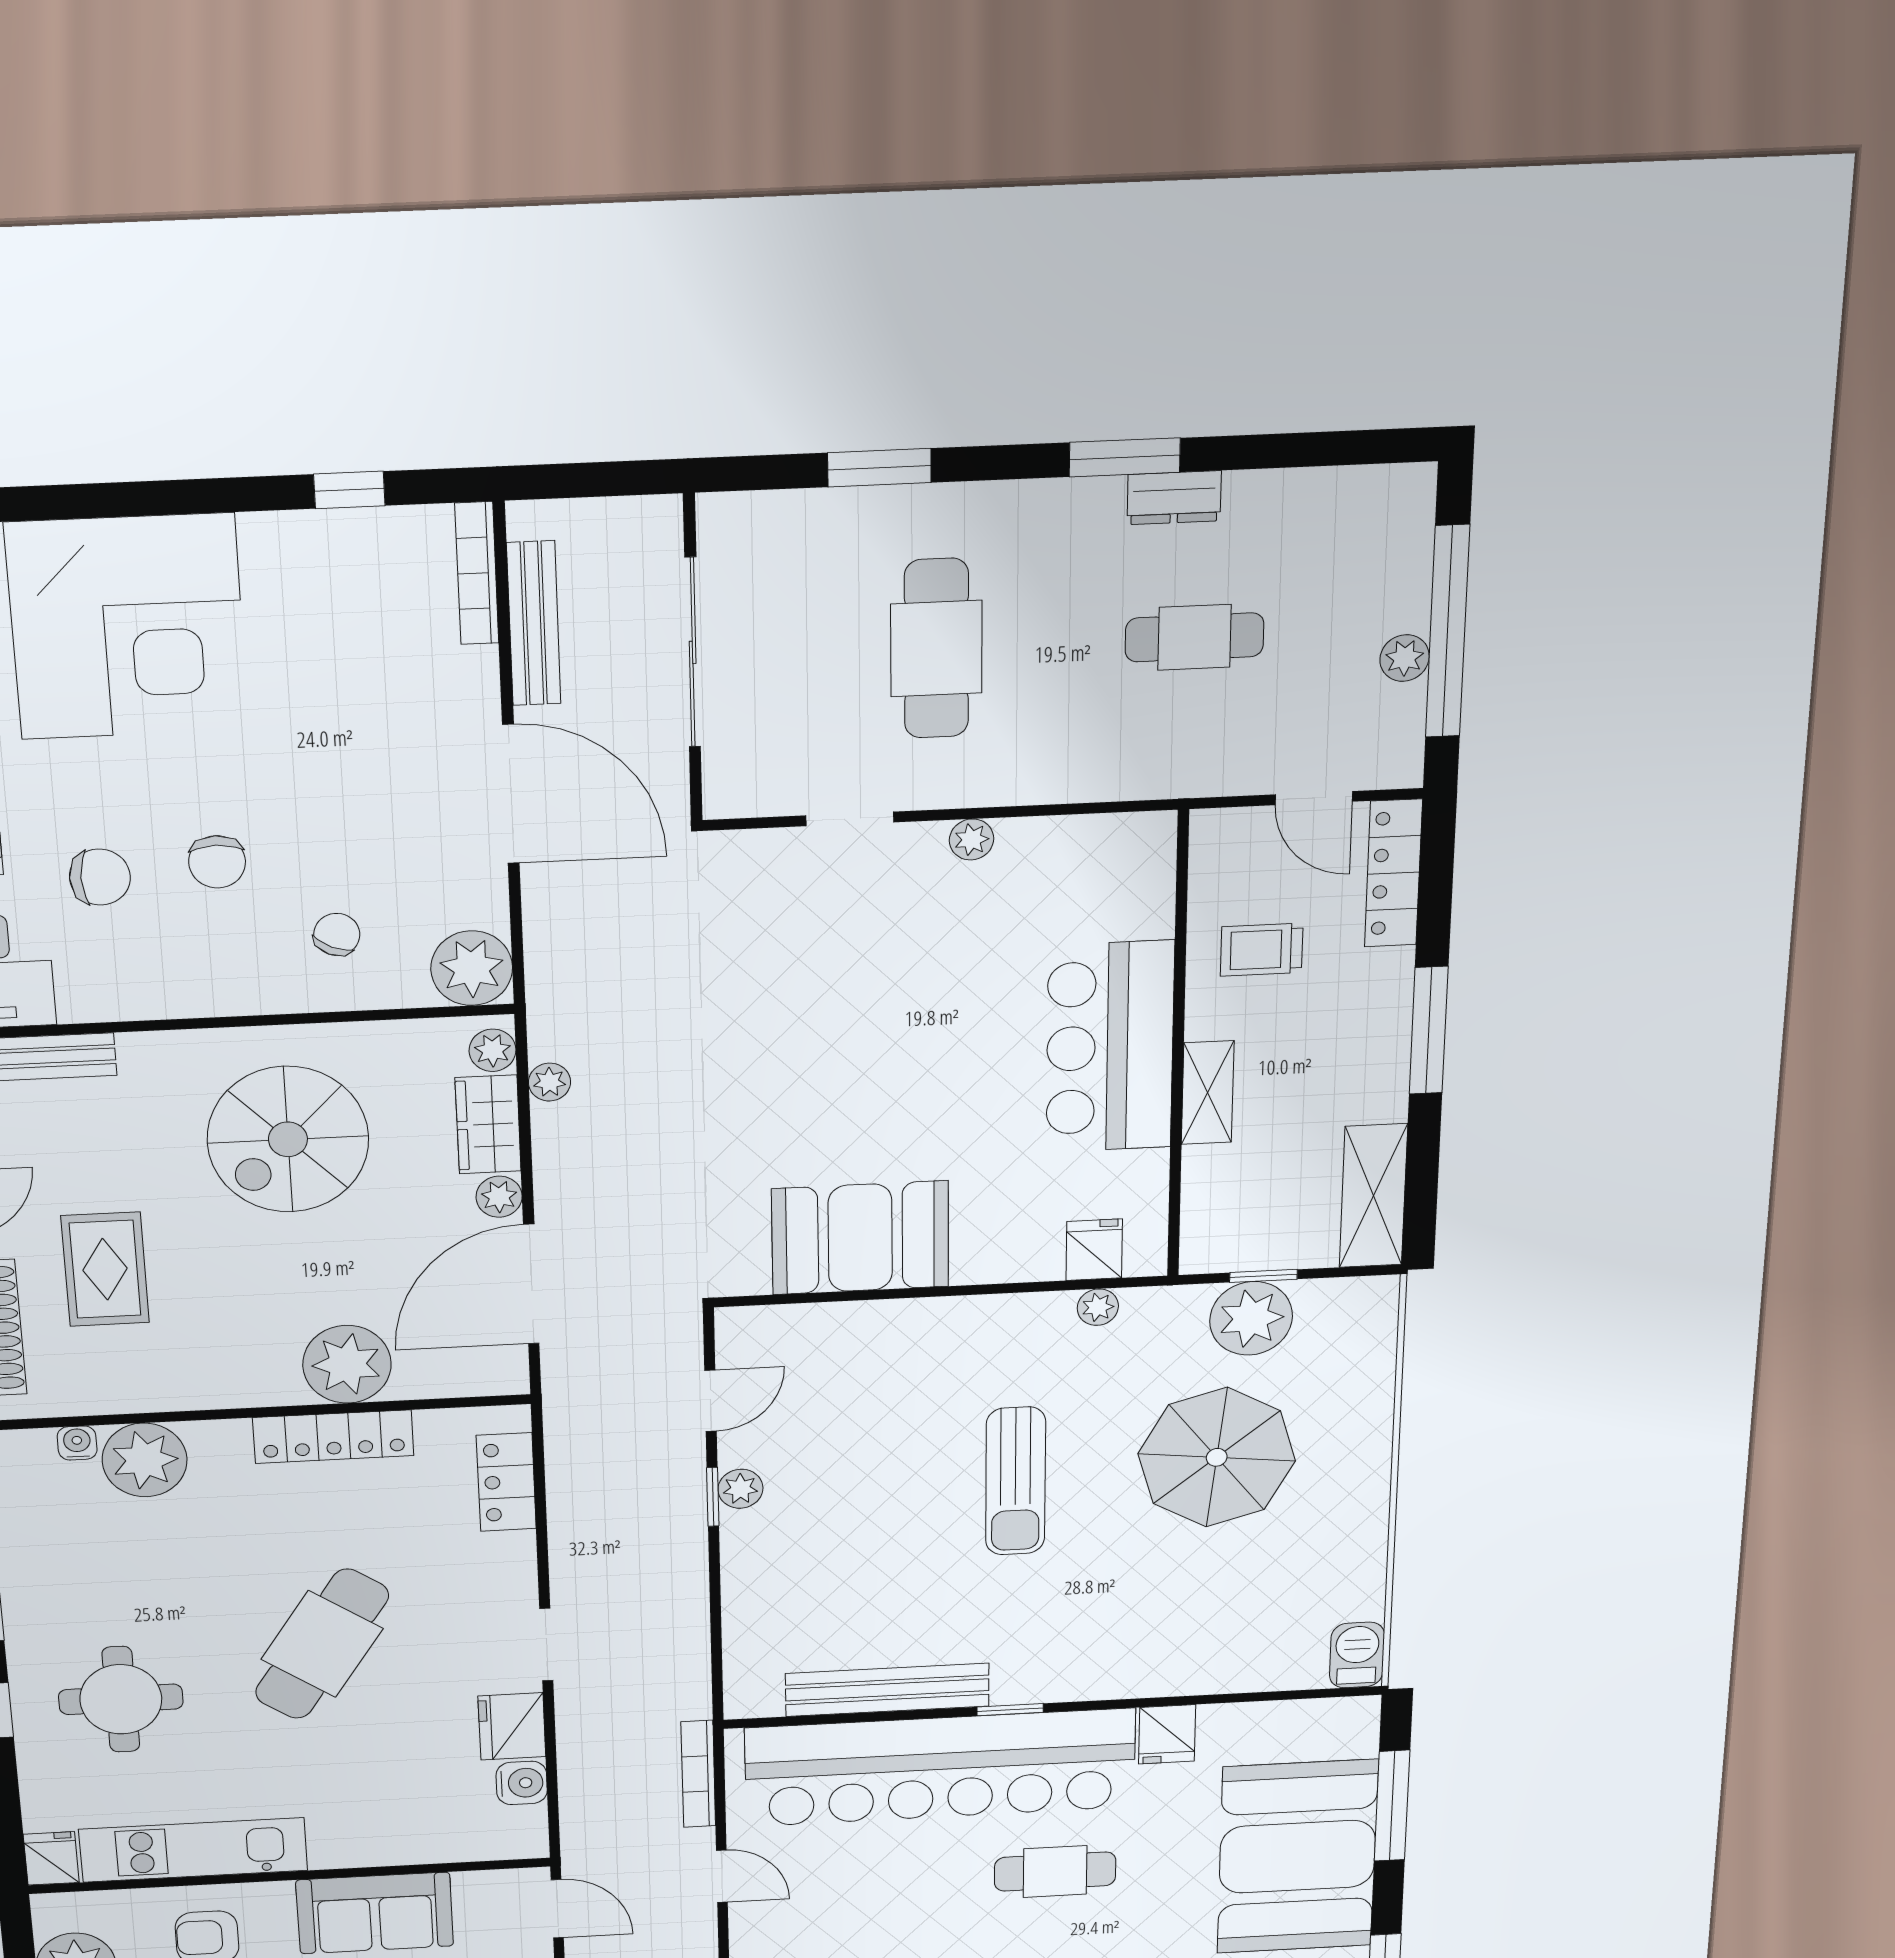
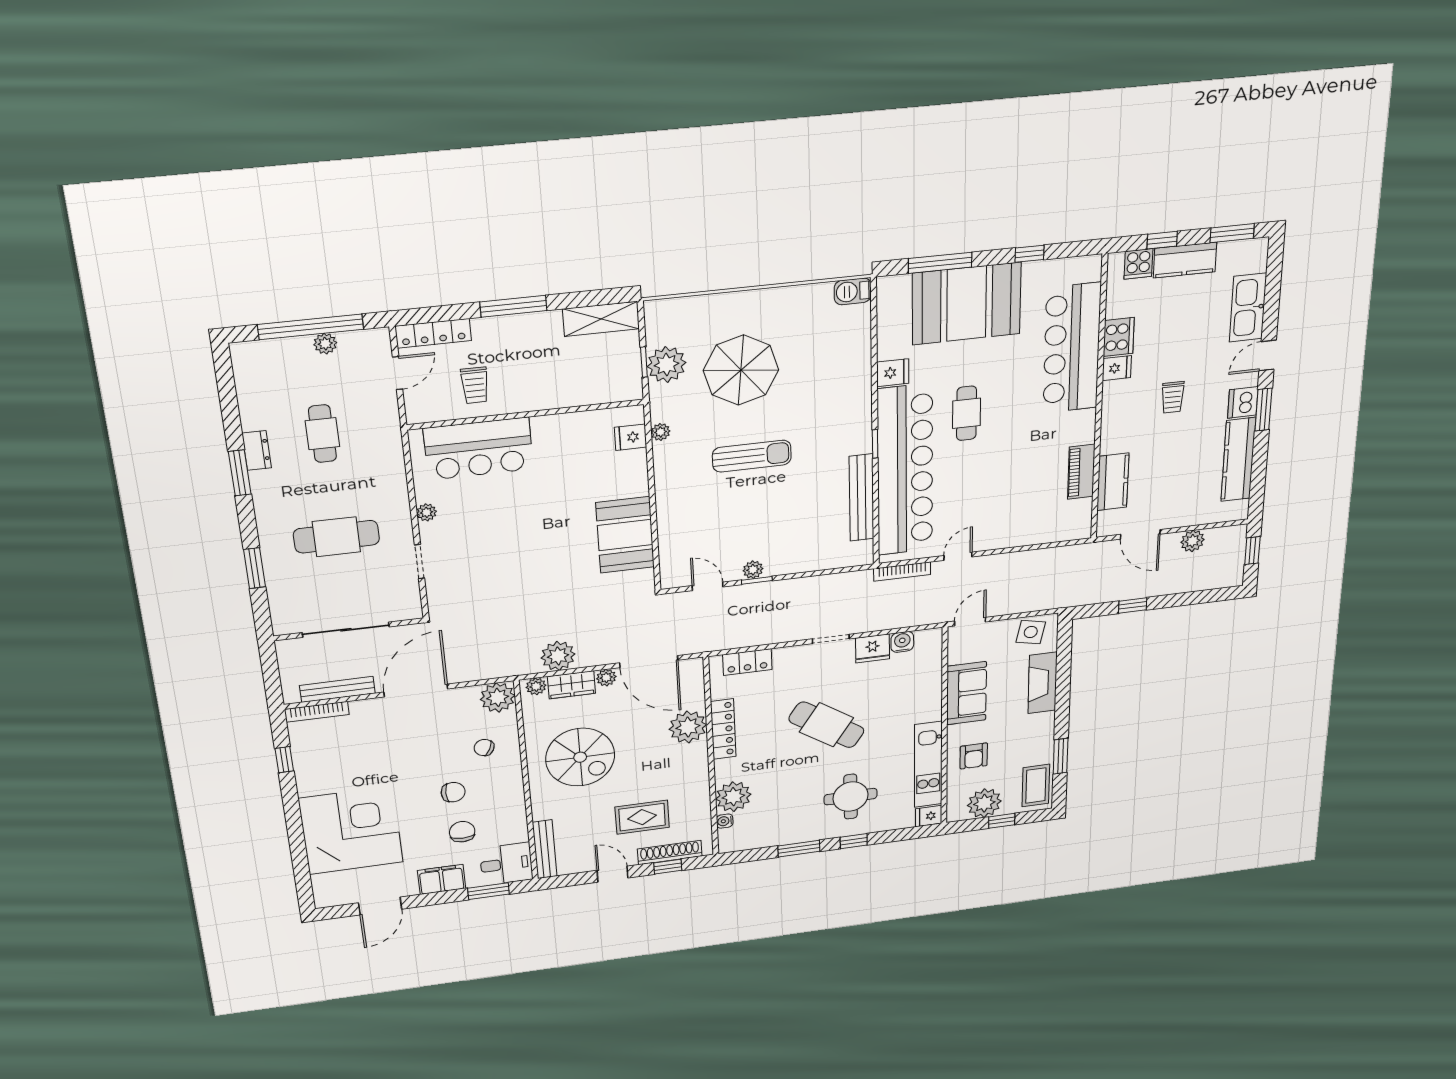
bar counter: (1110, 1047) -> (478, 449), moved
plant: (549, 1082) -> (558, 656), width x1.87, depth x1.87
shelving: (1208, 1093) -> (549, 399), removed

